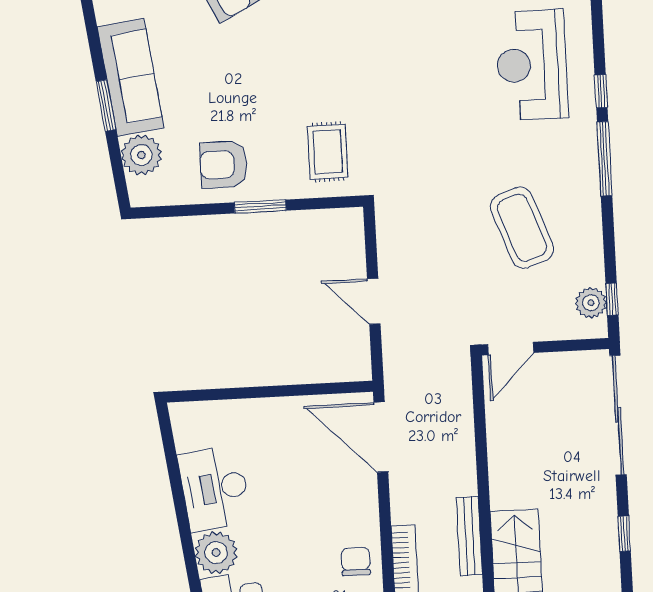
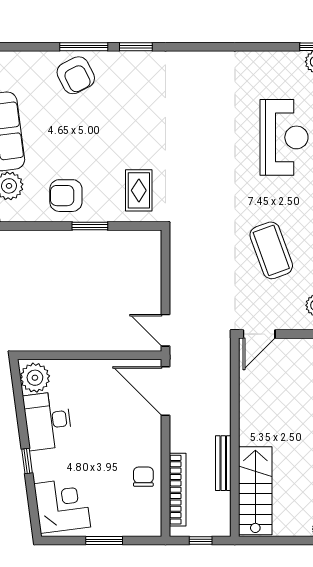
reception desk: (532, 65) -> (284, 137), turned 180
door: (374, 301) -> (165, 330), moved
window: (188, 548) -> (27, 461), added
plant: (216, 553) -> (35, 378), moved

